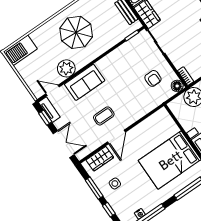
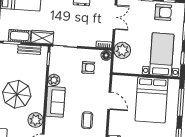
plant: (116, 56) -> (54, 80), added
sofa: (85, 82) -> (55, 102), moved
door: (116, 137) -> (109, 101), moved

